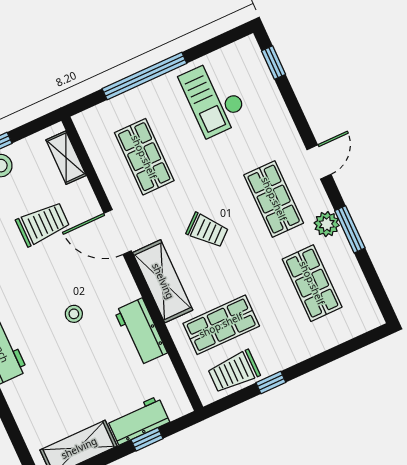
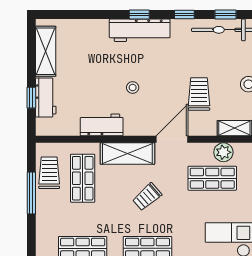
plant: (104, 158) -> (223, 152), added
trolley: (43, 224) -> (199, 94), turned 180
window: (271, 383) -> (31, 193), width x2.17

